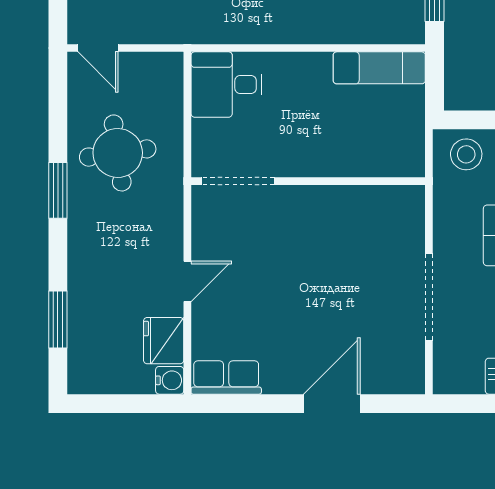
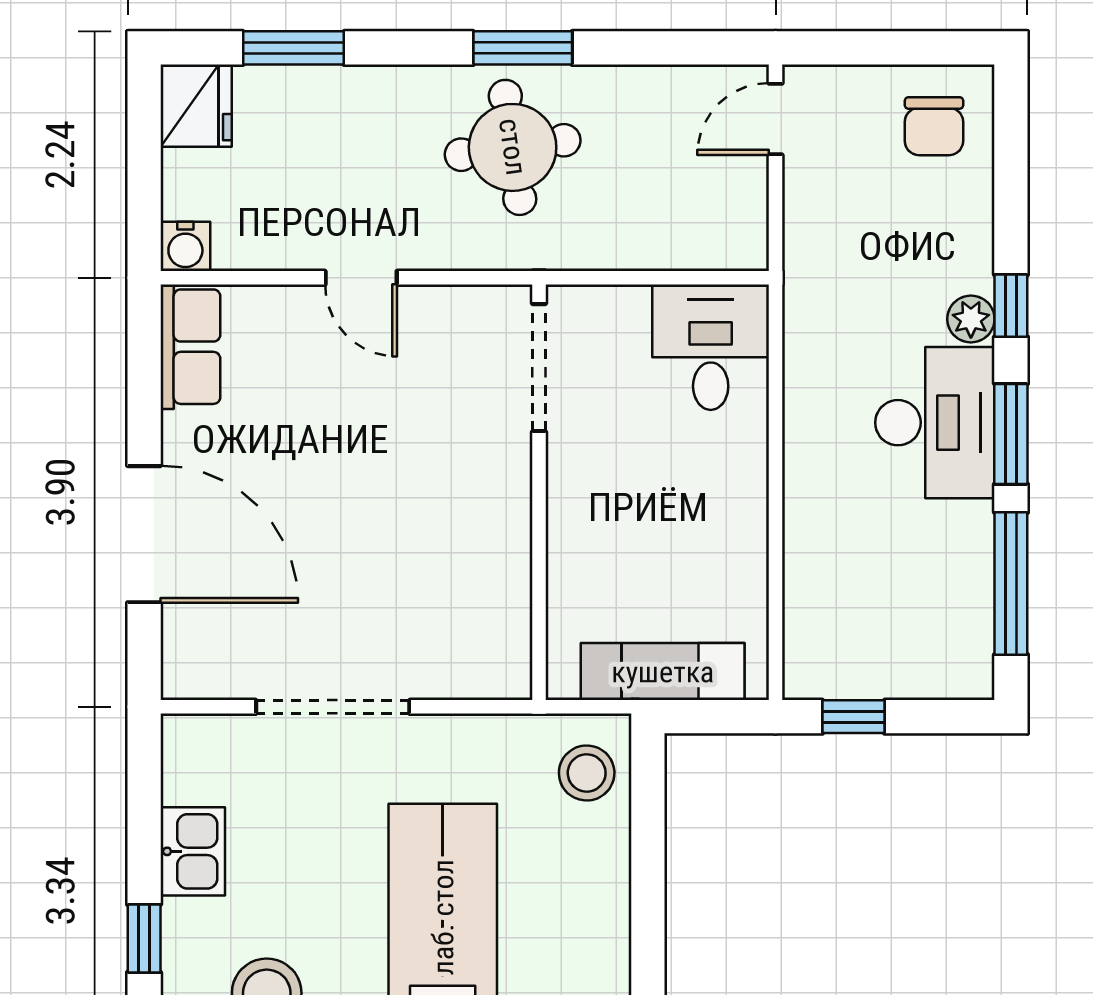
exam couch: (379, 68) -> (663, 672), moved, turned 90
round table: (118, 153) -> (513, 147), moved
fridge: (164, 341) -> (196, 106), moved, turned 90
door: (332, 404) -> (144, 534), width x1.36

